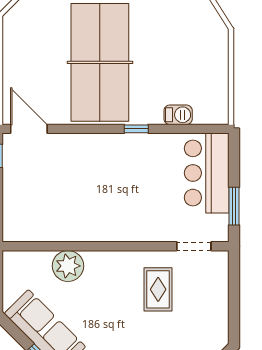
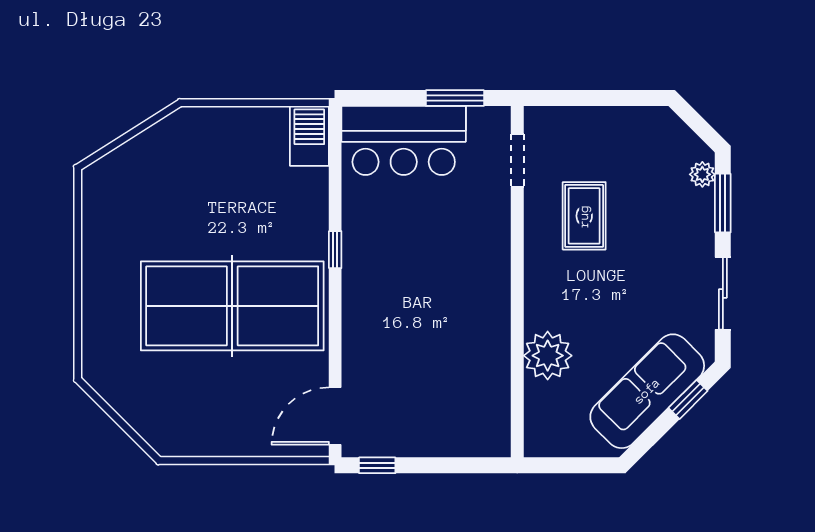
barbecue: (178, 115) -> (309, 136), moved, width x1.38, depth x1.27
rug: (158, 289) -> (584, 216), turned 90

